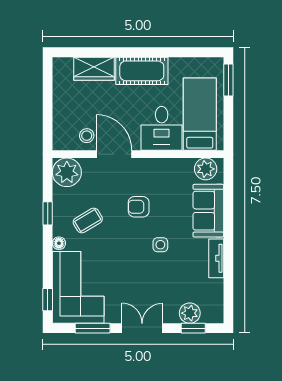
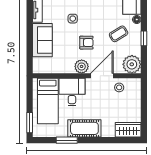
window: (170, 52) -> (67, 140), added
wardrobe: (94, 69) -> (128, 130), moved
door: (114, 154) -> (102, 76), swing flipped
plant: (206, 169) -> (82, 66), moved

